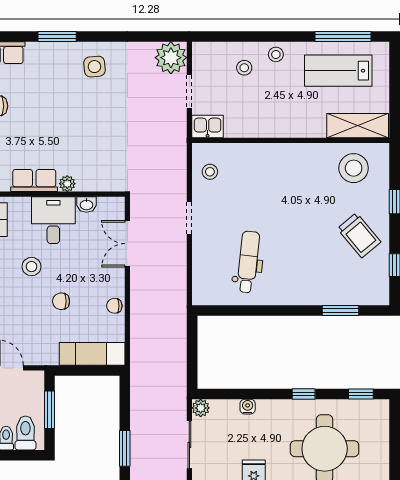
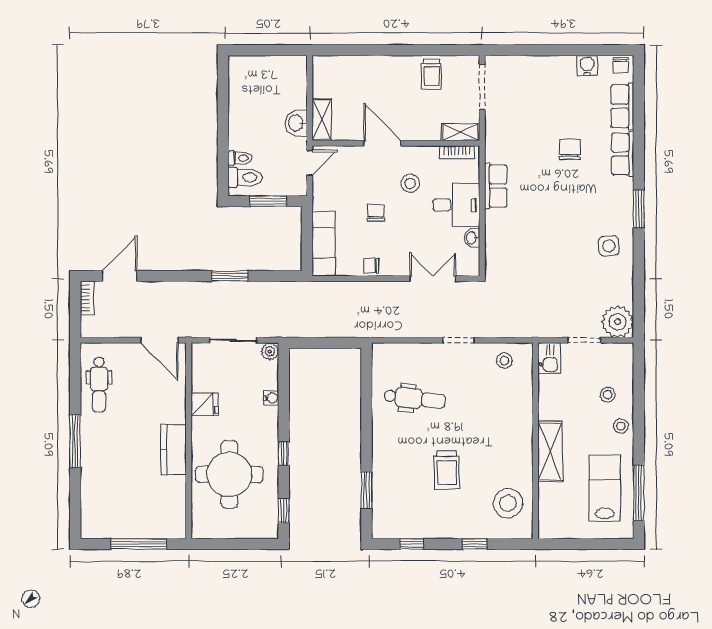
shelving: (358, 126) -> (550, 452), moved
plant: (67, 184) -> (493, 219), removed
trolley: (359, 235) -> (447, 470), moved, turned -51
chair: (114, 306) -> (371, 266), turned -90

